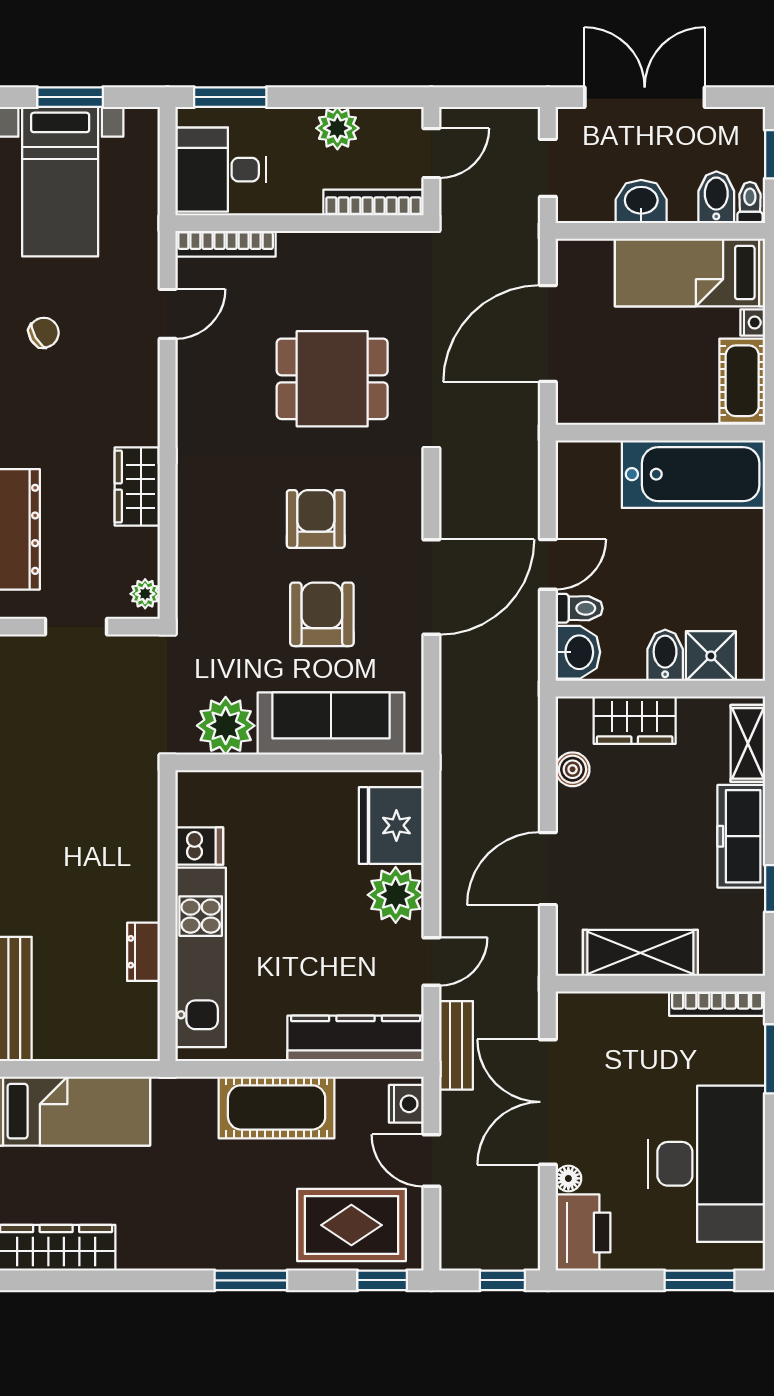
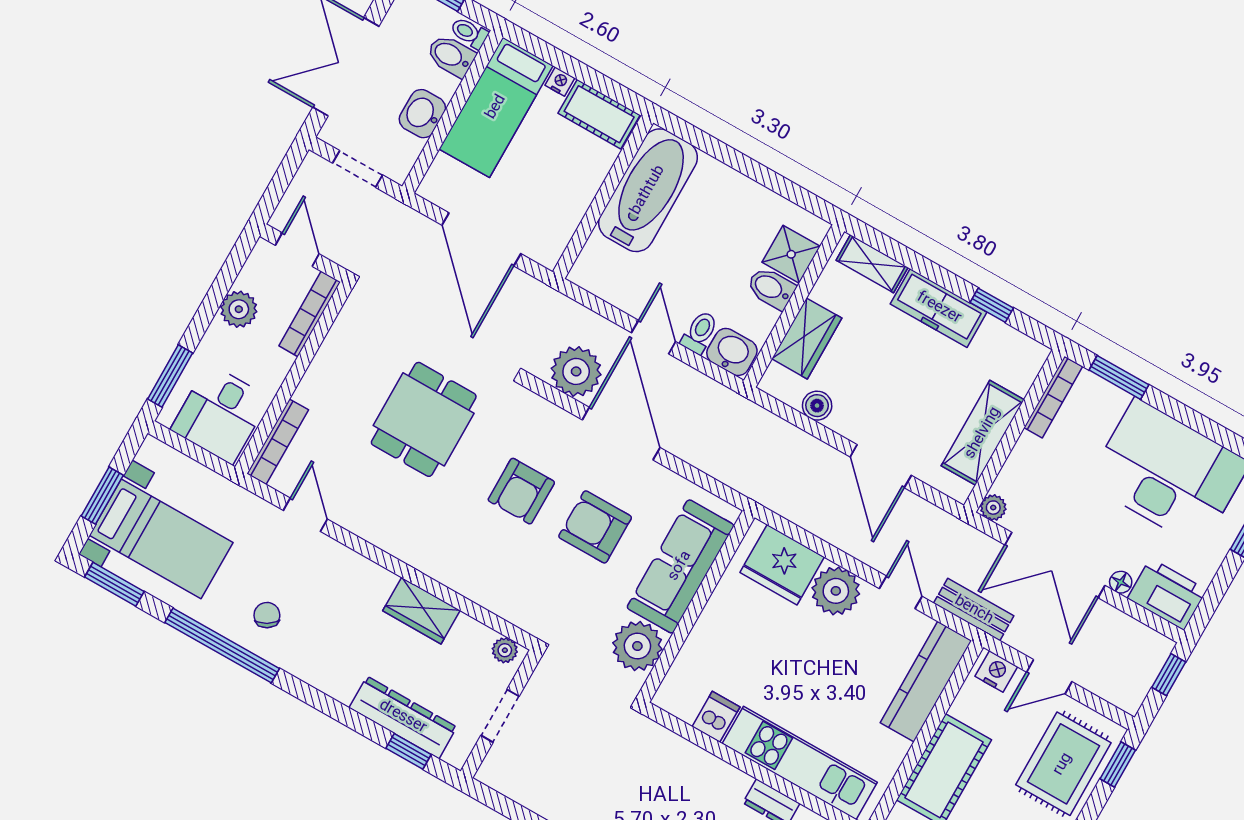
plant: (468, 506) -> (576, 371), added
armchair: (316, 519) -> (521, 491), turned -90
plant: (571, 1006) -> (993, 508), added

